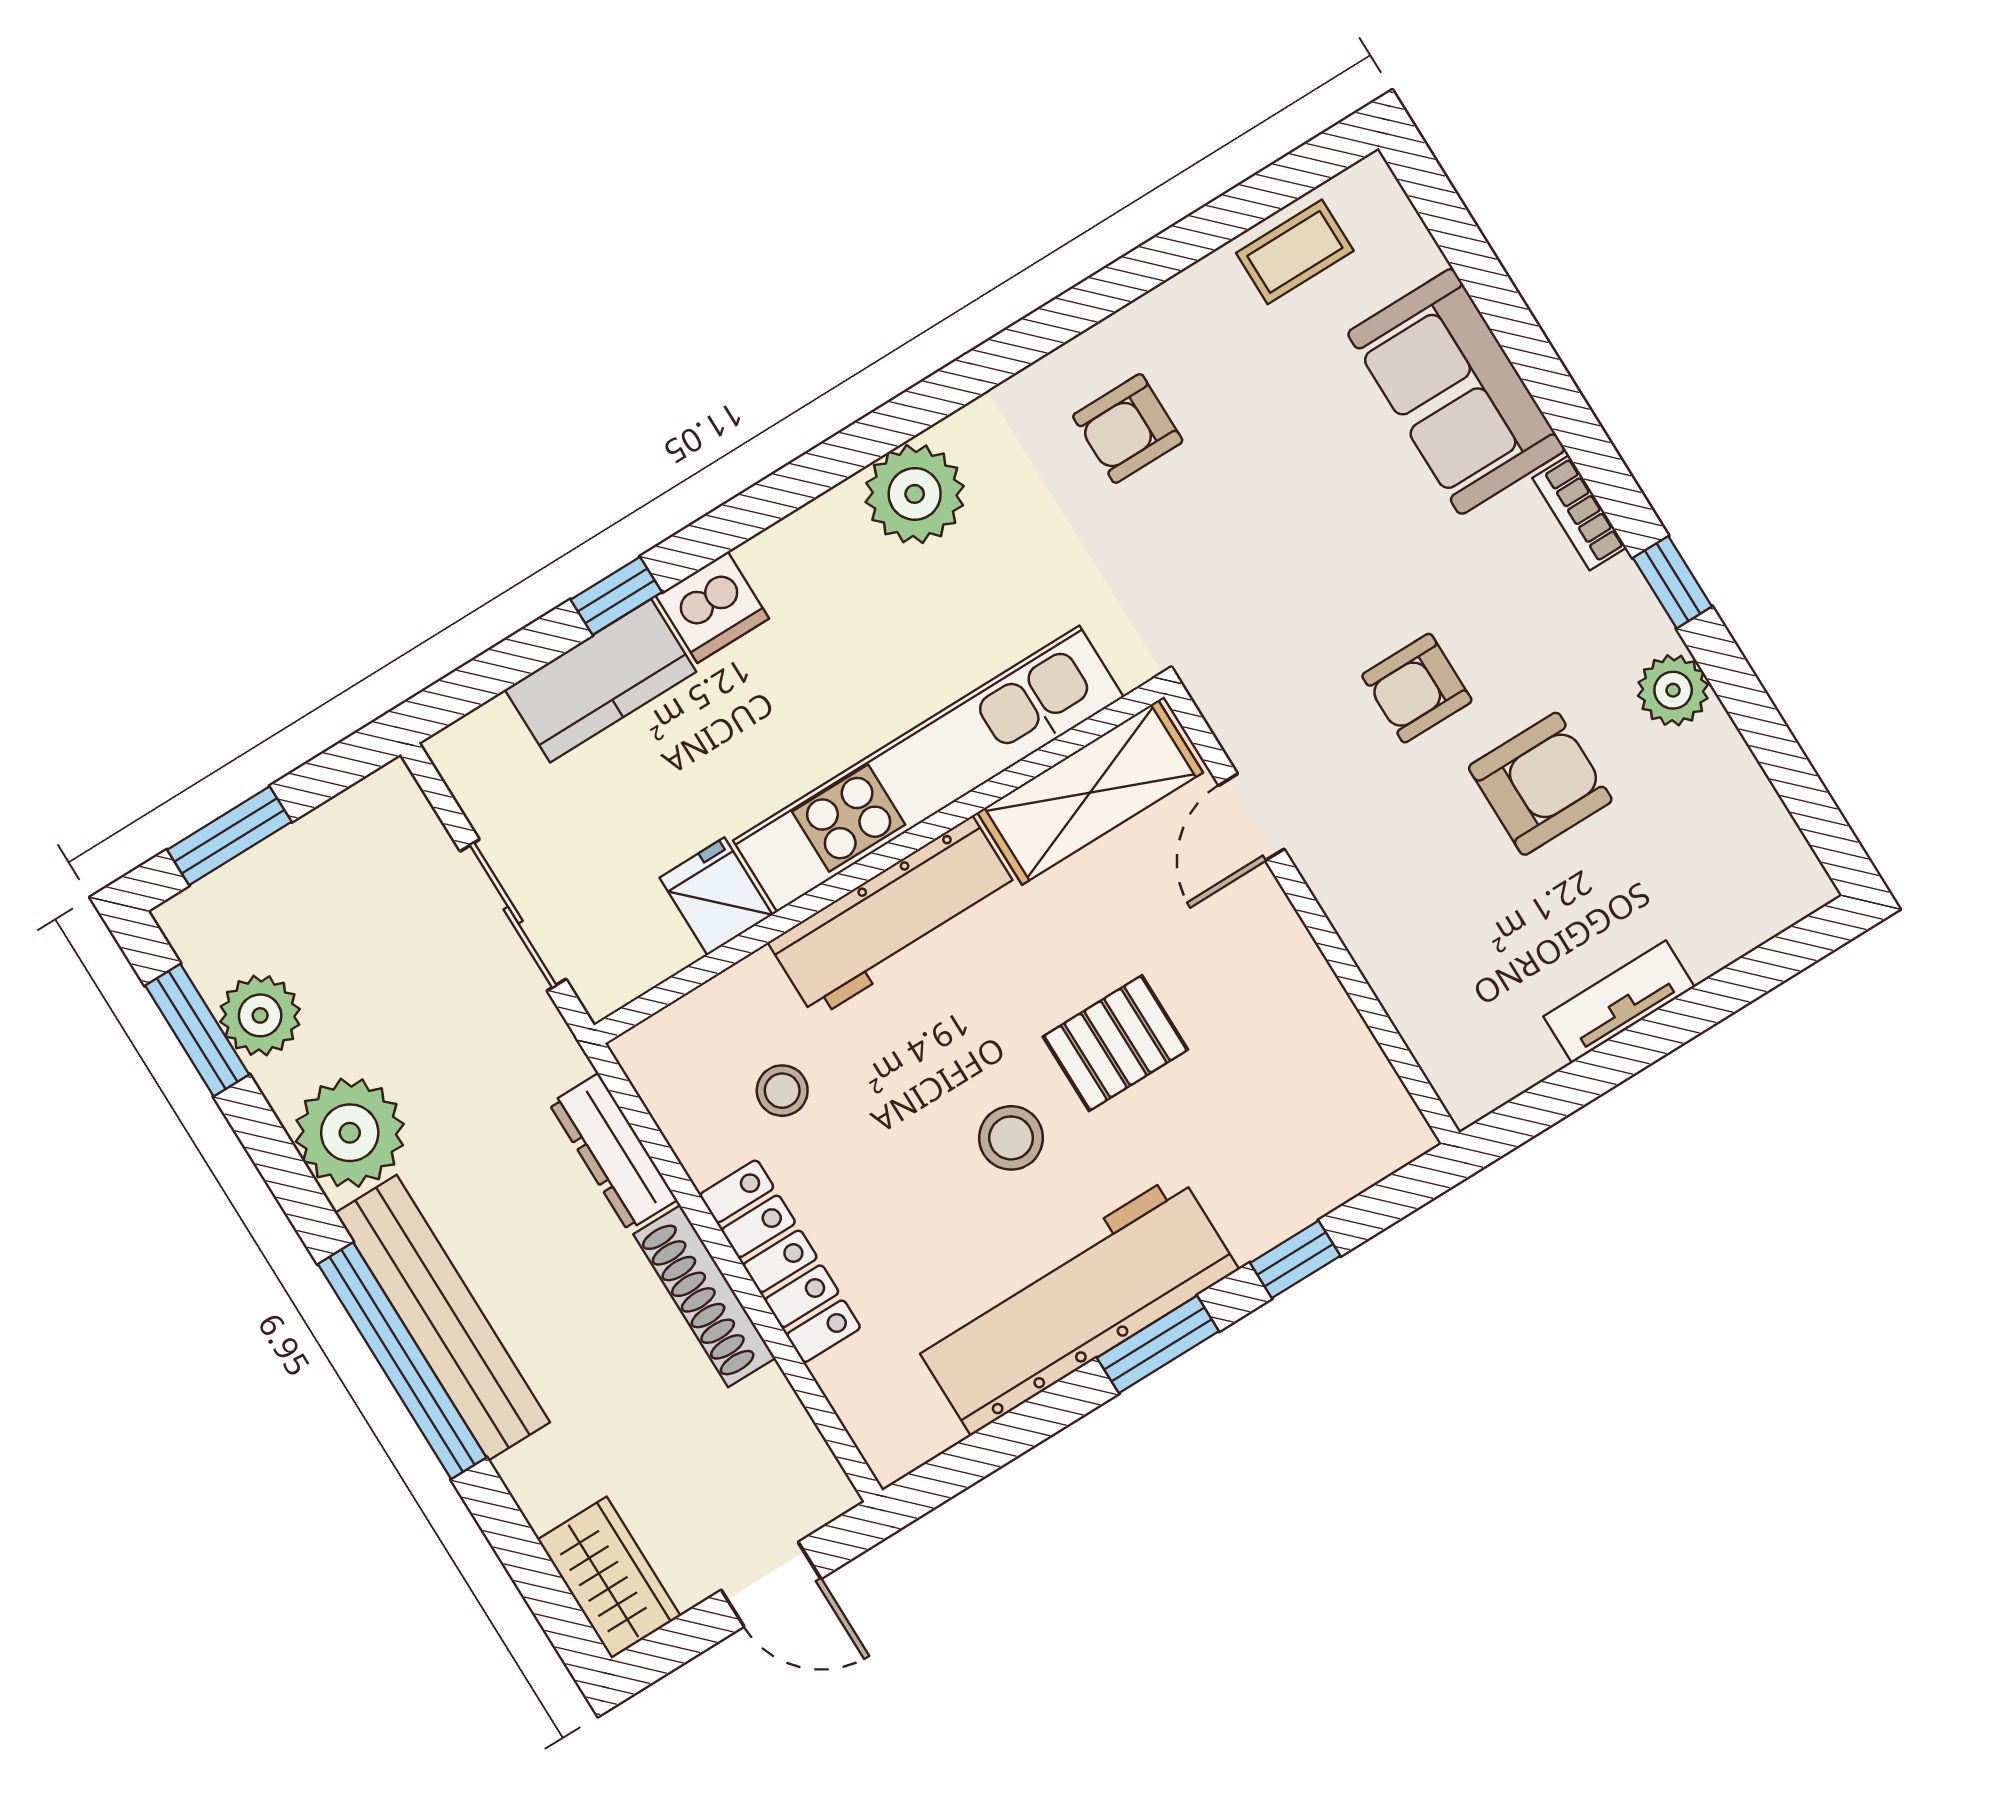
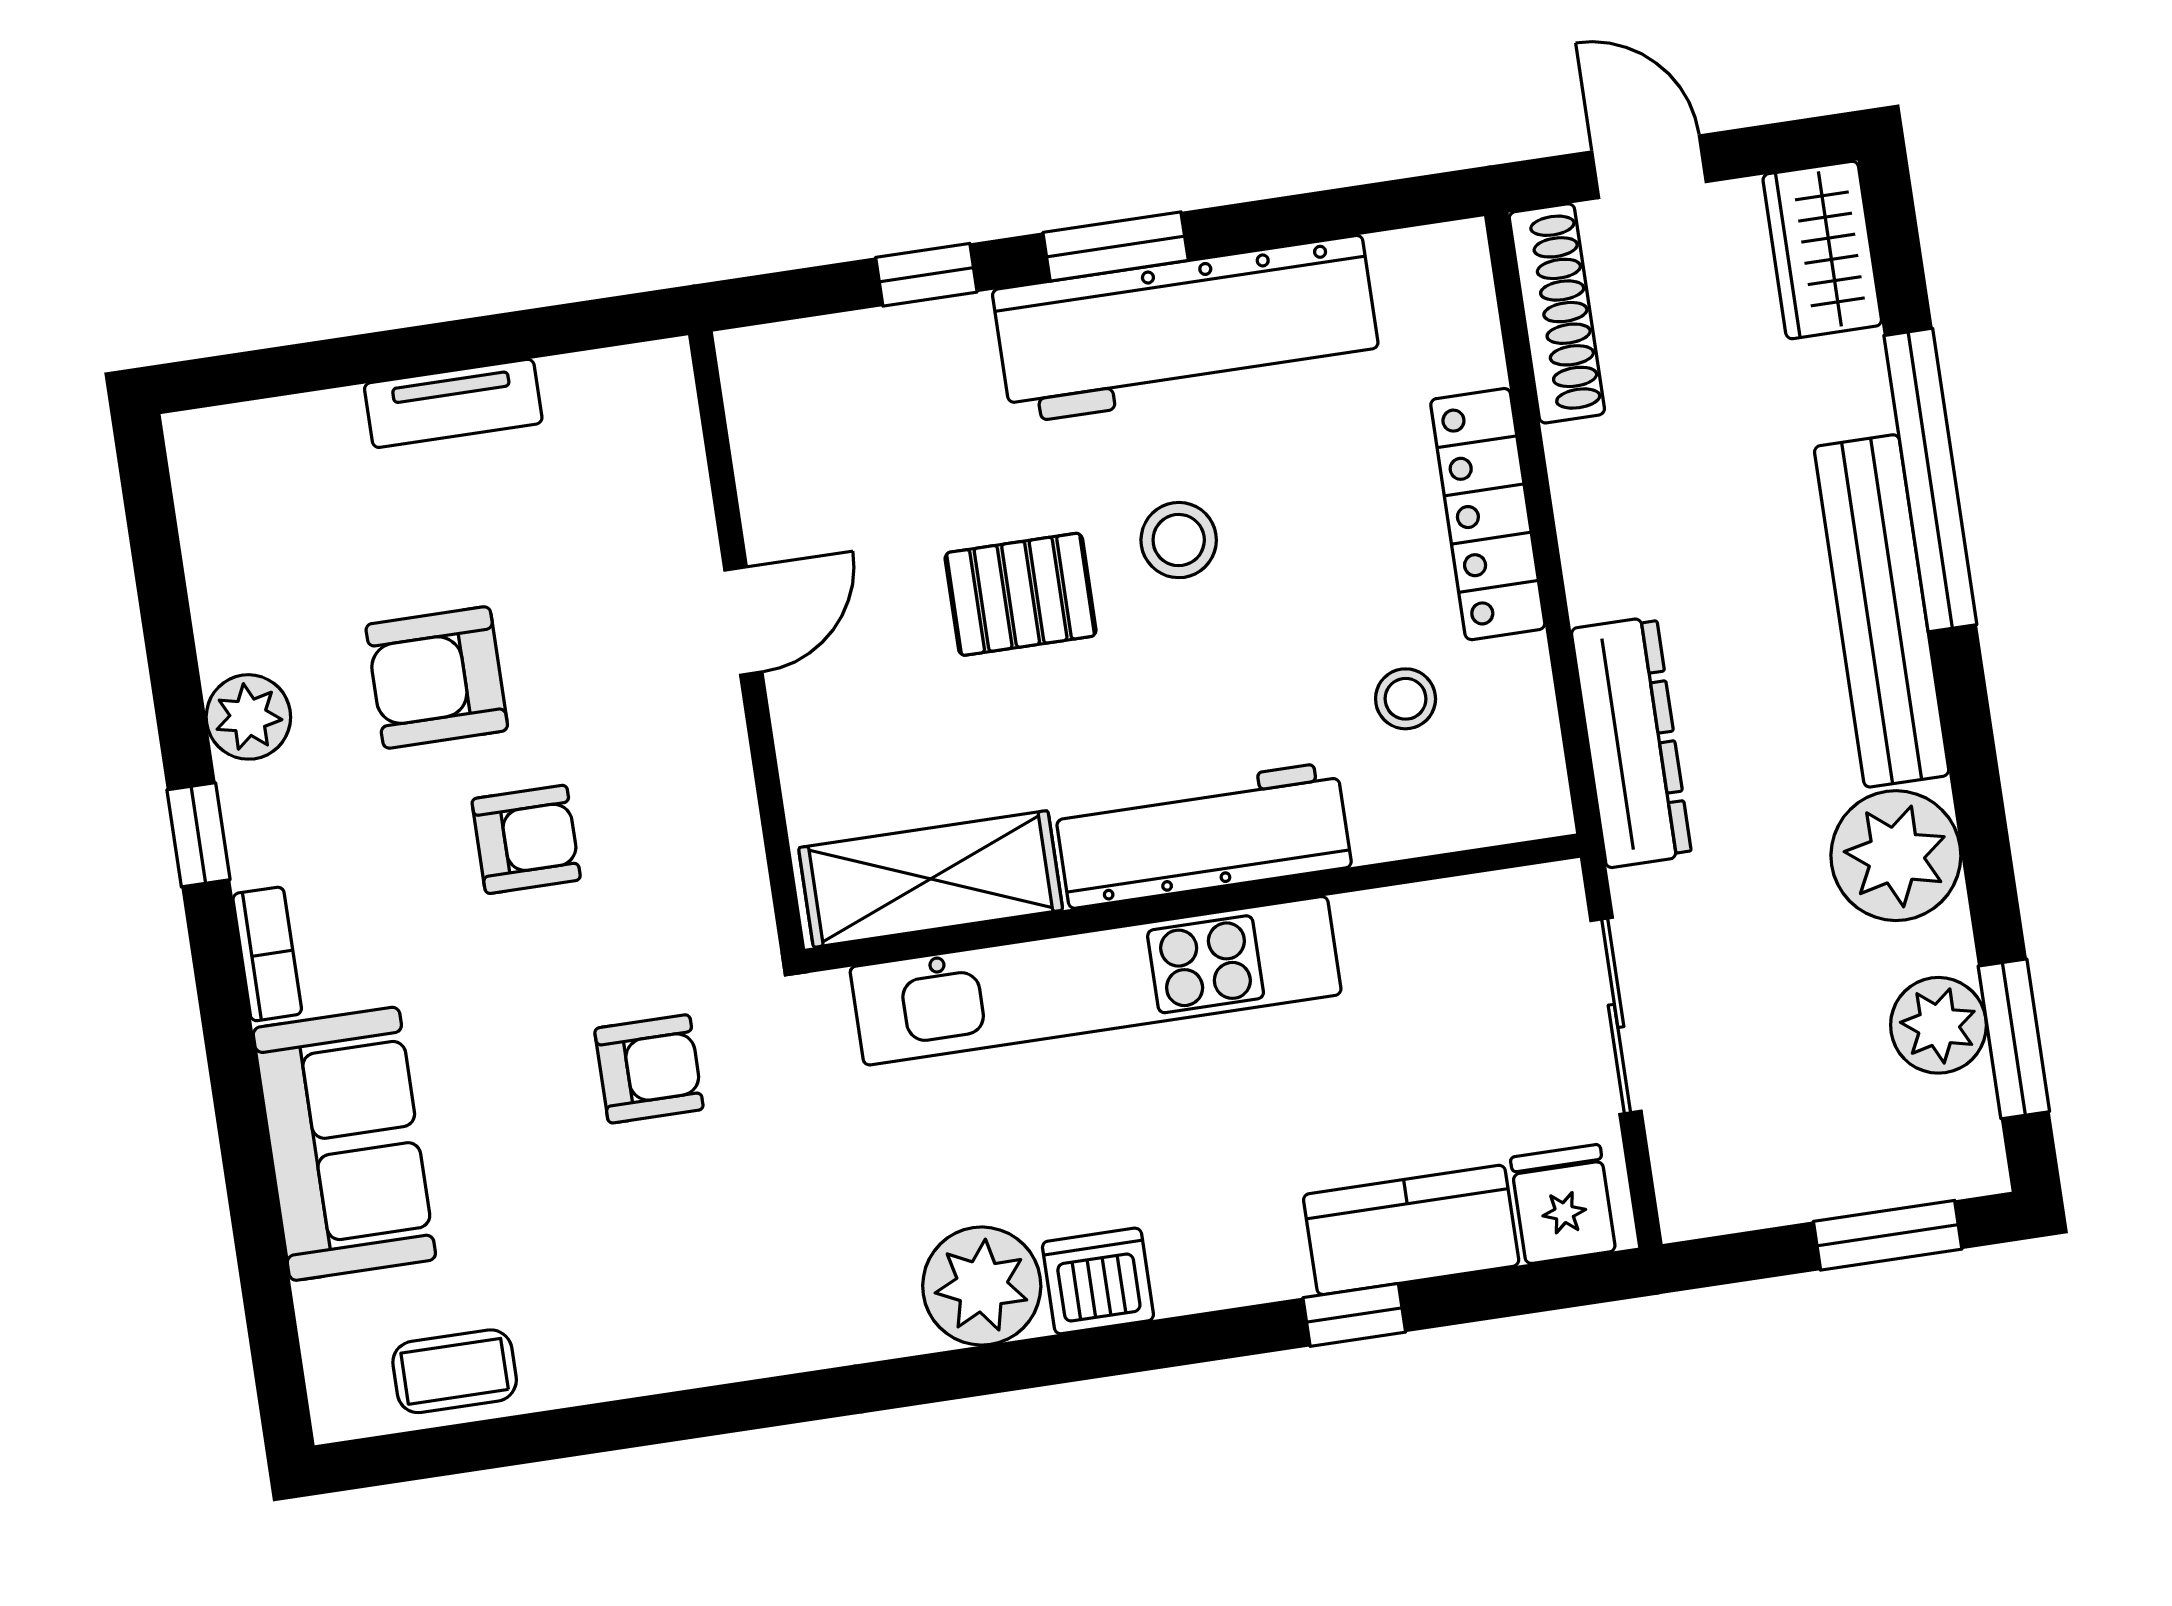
armchair: (1128, 428) -> (649, 1069), moved
dishwasher: (712, 607) -> (1098, 1281), moved
door: (1251, 817) -> (743, 621), moved
fridge: (716, 896) -> (1563, 1204), moved, turned 180
dresser: (613, 1152) -> (1631, 742), width x1.37, depth x1.24
shoe rack: (704, 1296) -> (1557, 313), moved
window: (402, 1361) -> (1930, 480), moved

